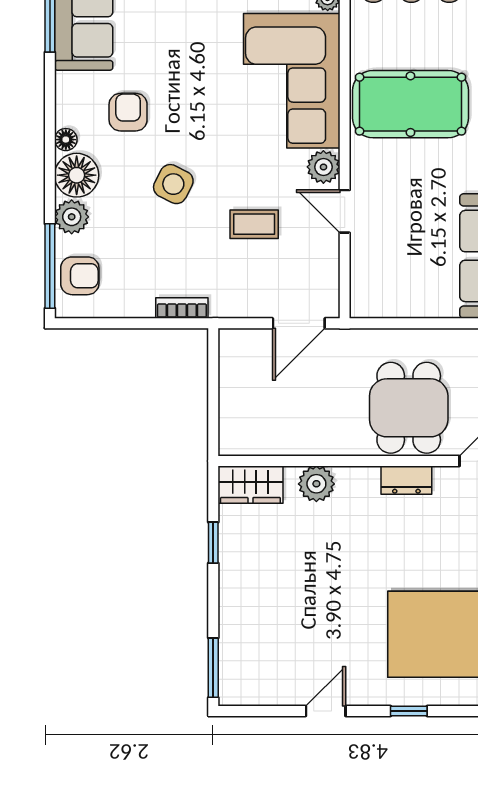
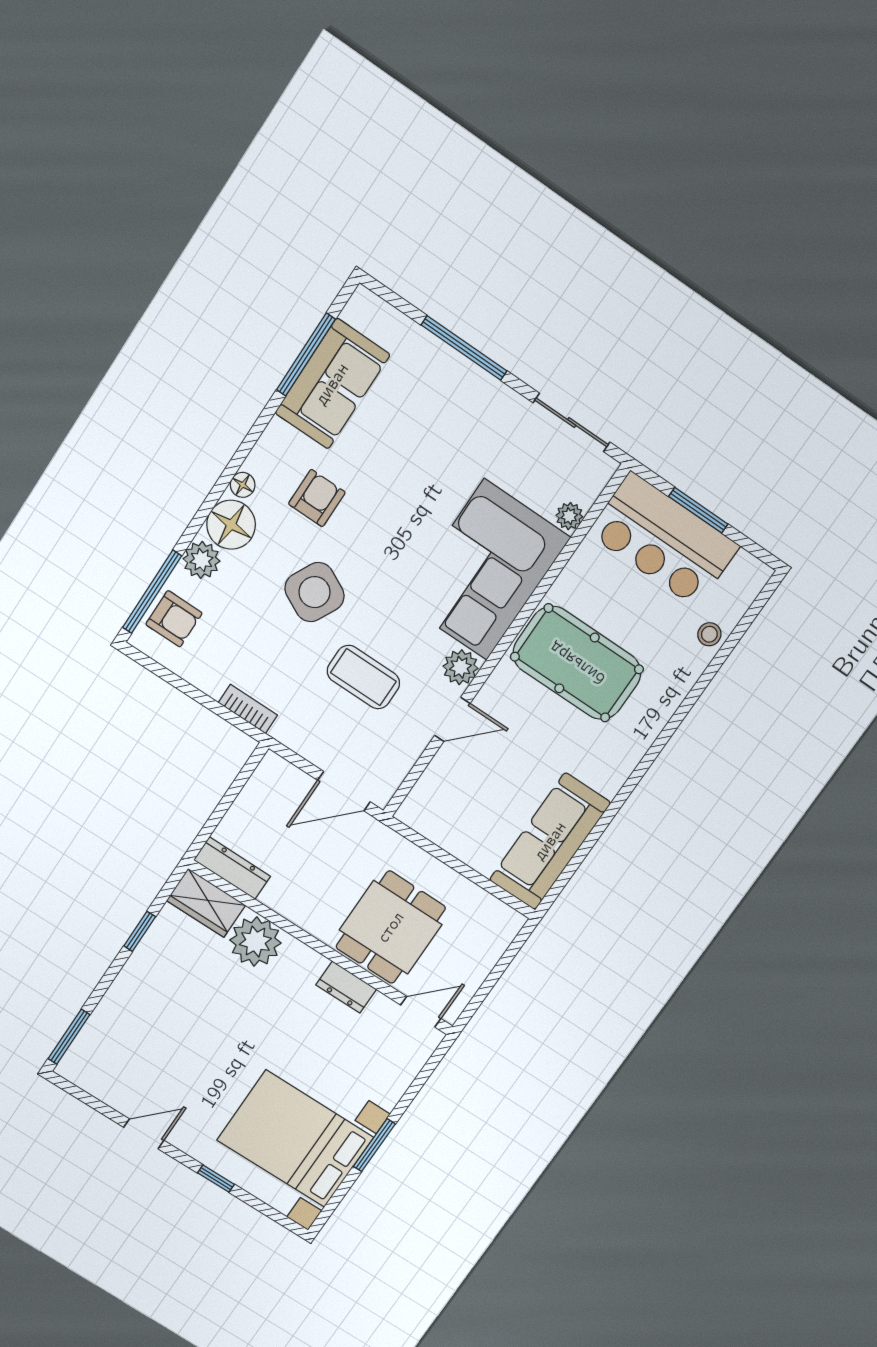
side table: (173, 184) -> (314, 592), width x1.37, depth x1.37
door: (345, 211) -> (452, 719), swing flipped
coffee table: (254, 224) -> (363, 677), width x1.36, depth x1.30
dresser: (253, 443) -> (232, 868), added
plant: (316, 484) -> (255, 941), width x1.36, depth x1.36

